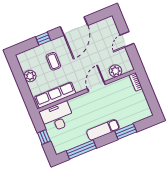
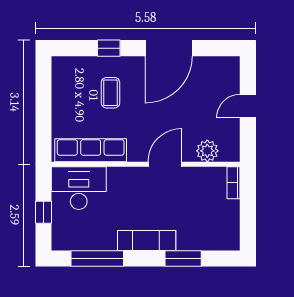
plant: (30, 76) -> (62, 101), removed

